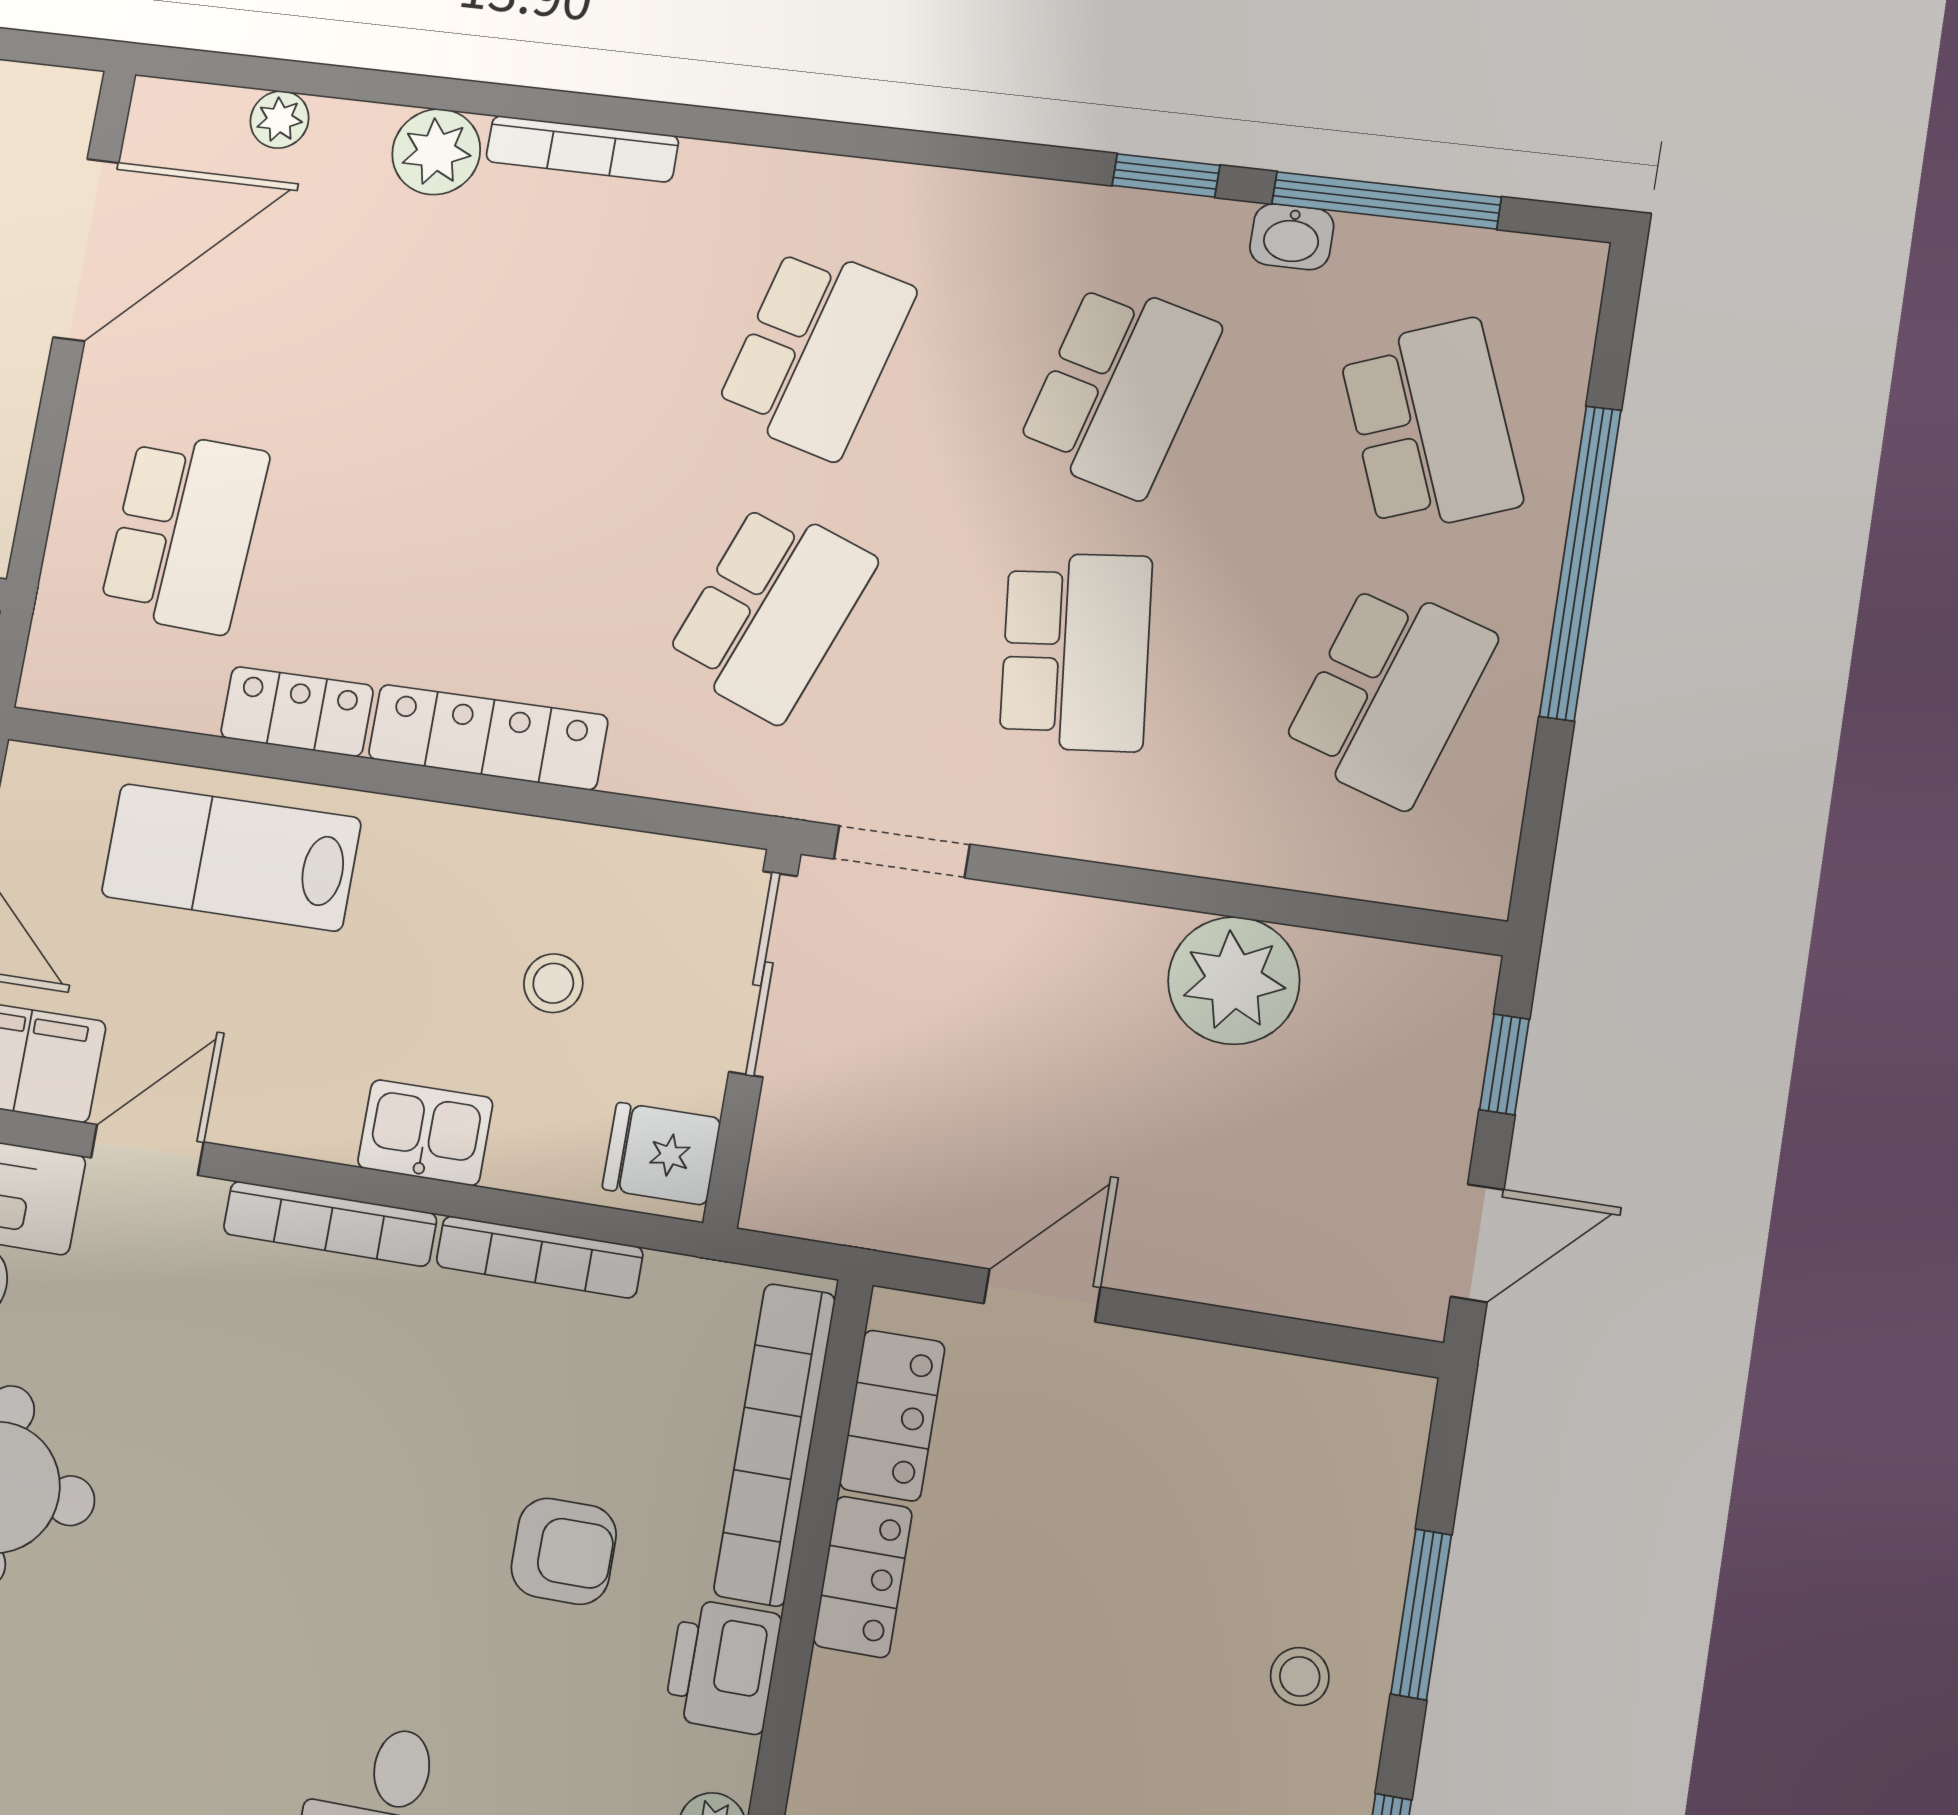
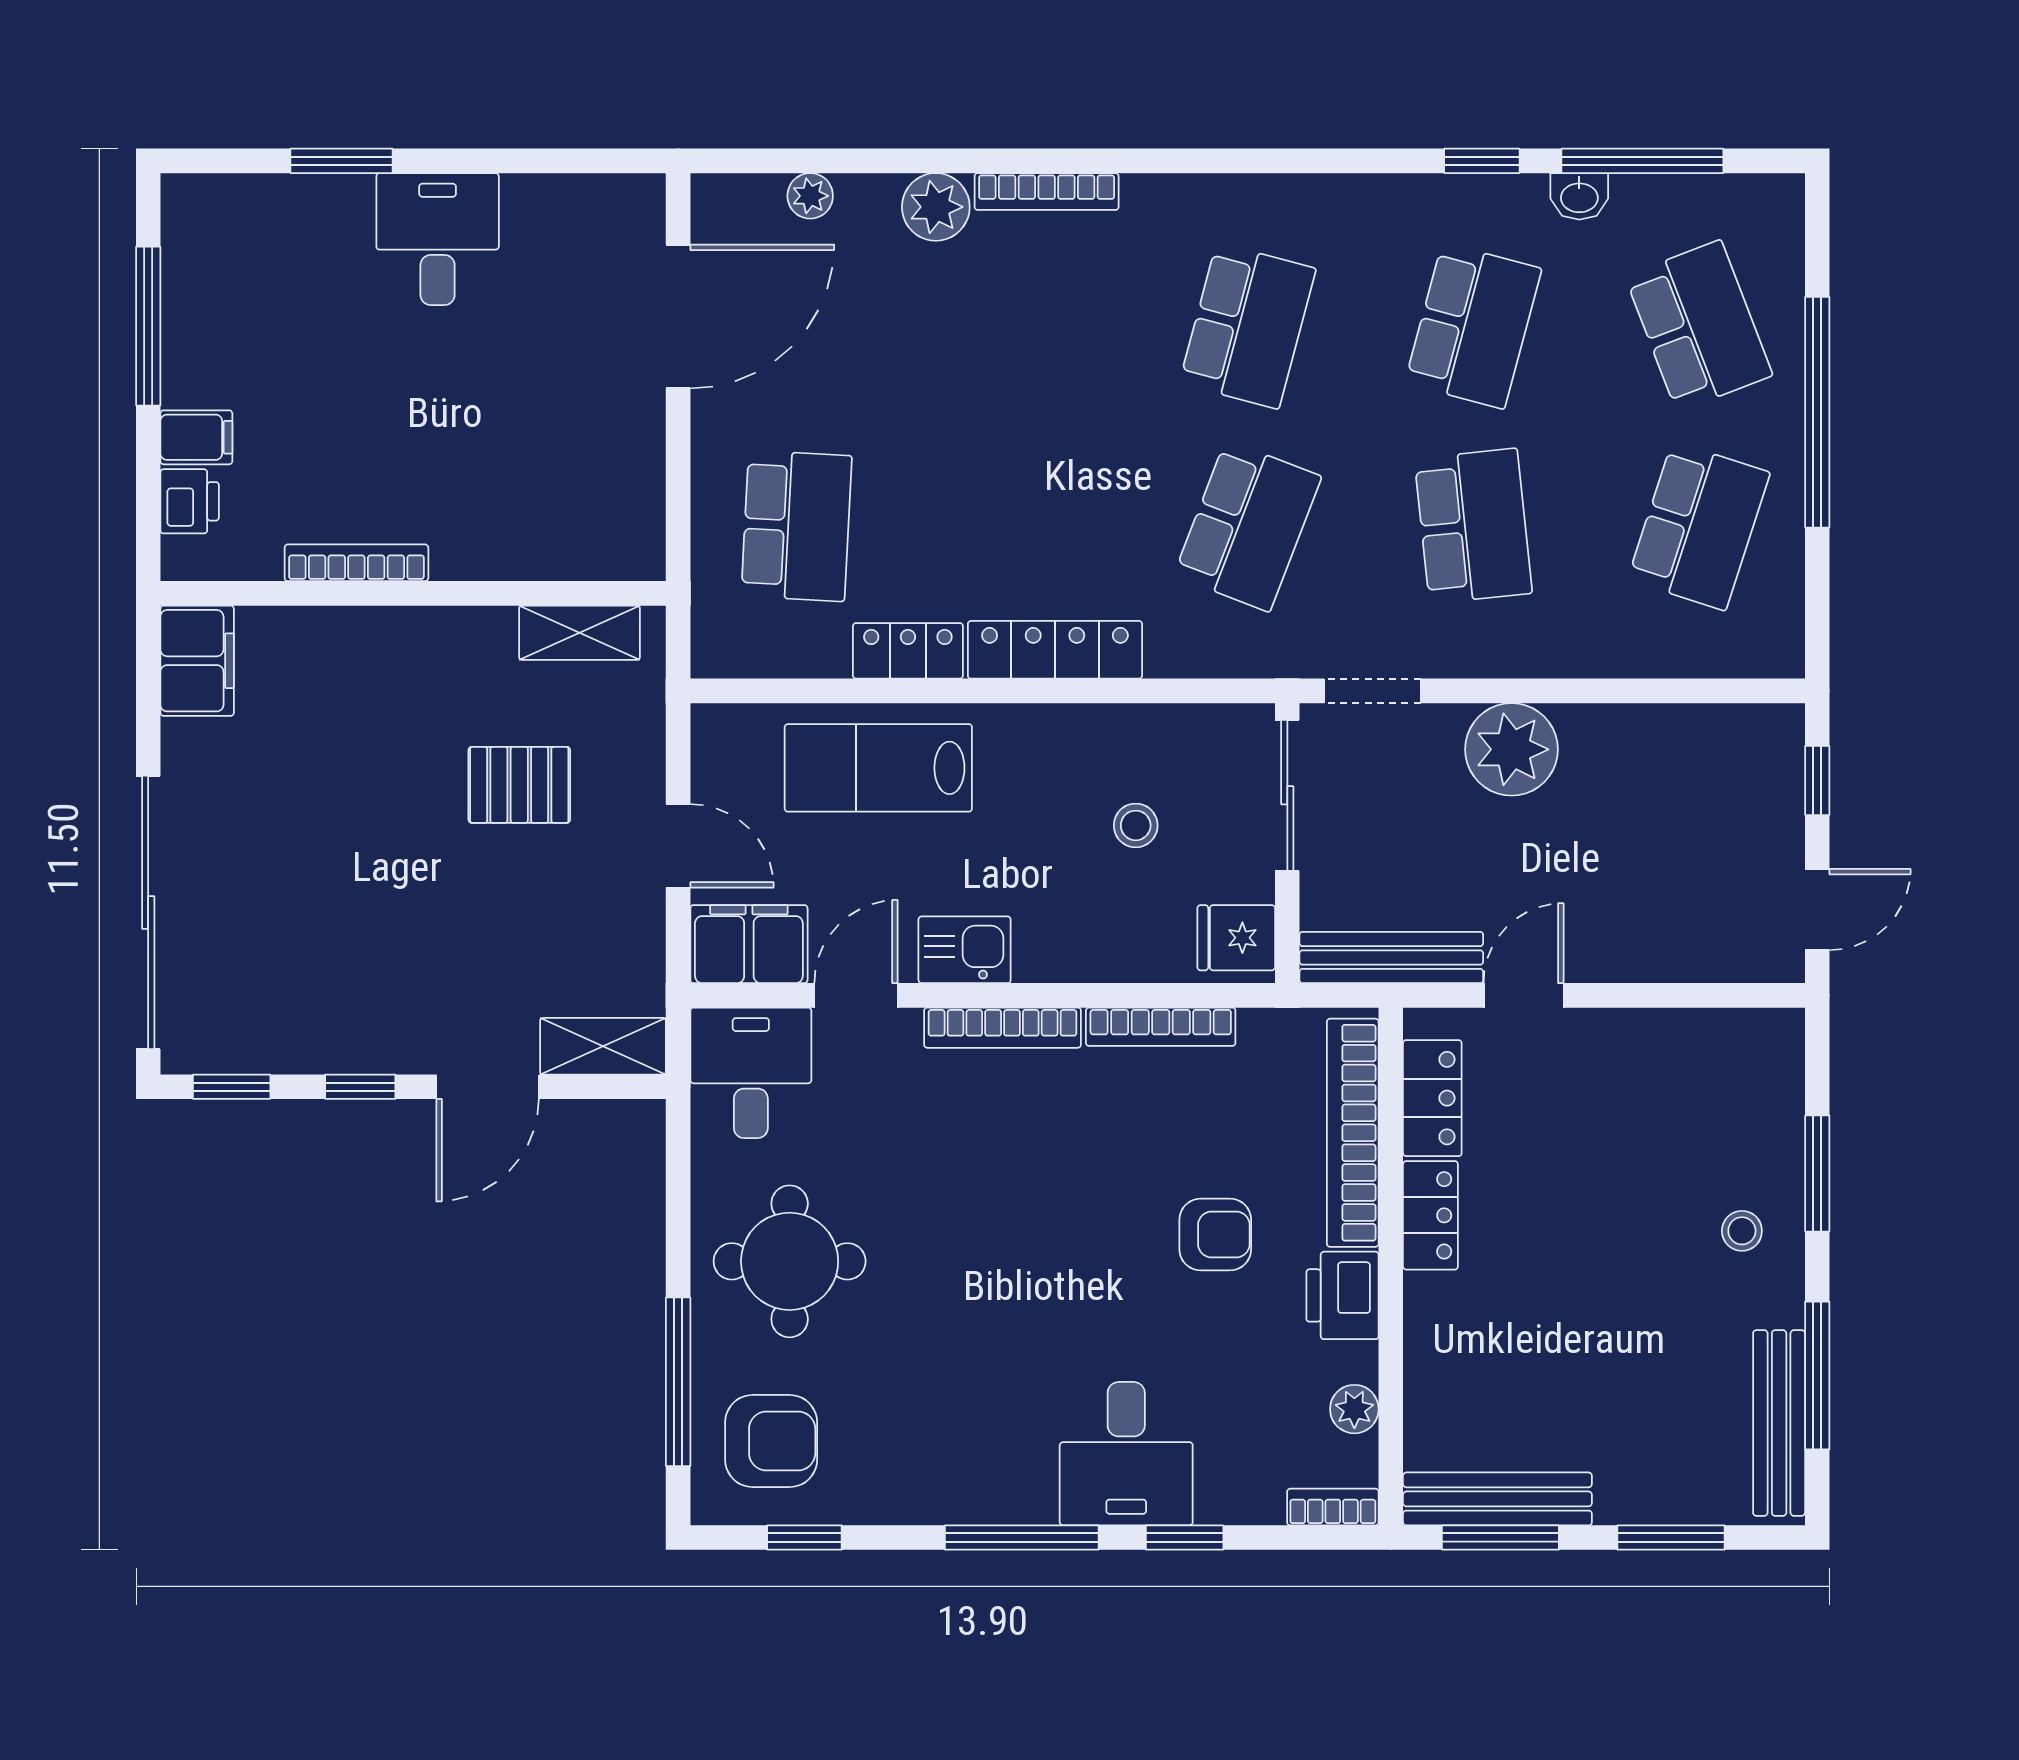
plant: (1234, 981) -> (1512, 749), moved
kitchen sink: (425, 1133) -> (965, 950), moved
bench: (868, 1214) -> (1391, 957), added

